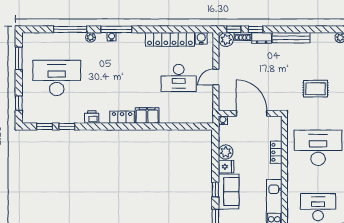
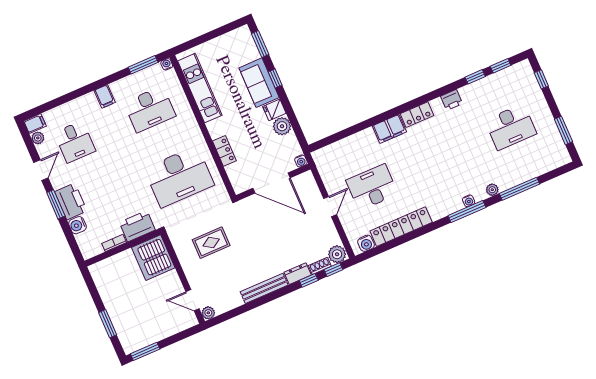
desk: (57, 78) -> (511, 127), width x0.73, depth x0.77

